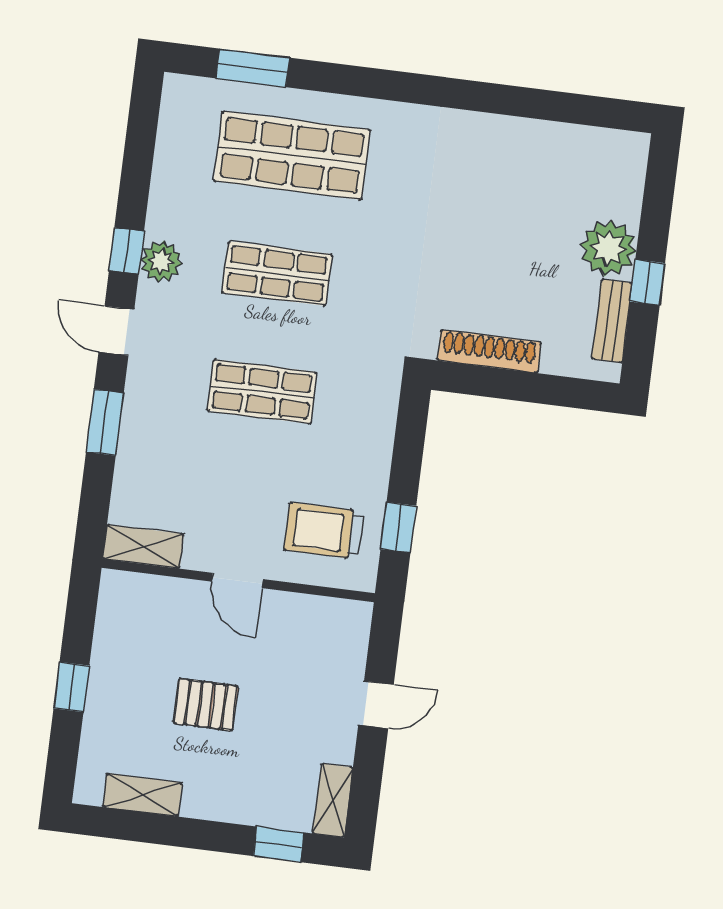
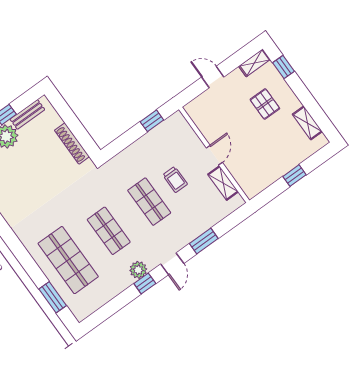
trolley: (324, 531) -> (175, 179), moved, width x0.73, depth x0.72
shelving: (143, 546) -> (223, 183), moved
pallet: (206, 705) -> (265, 104), moved

